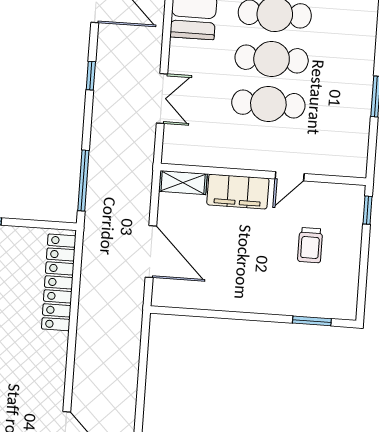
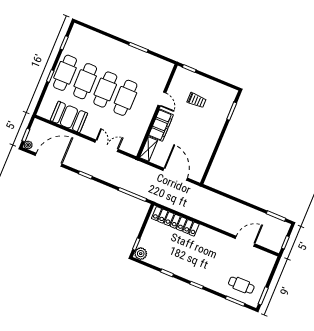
door: (151, 252) -> (175, 174), hinge flipped

